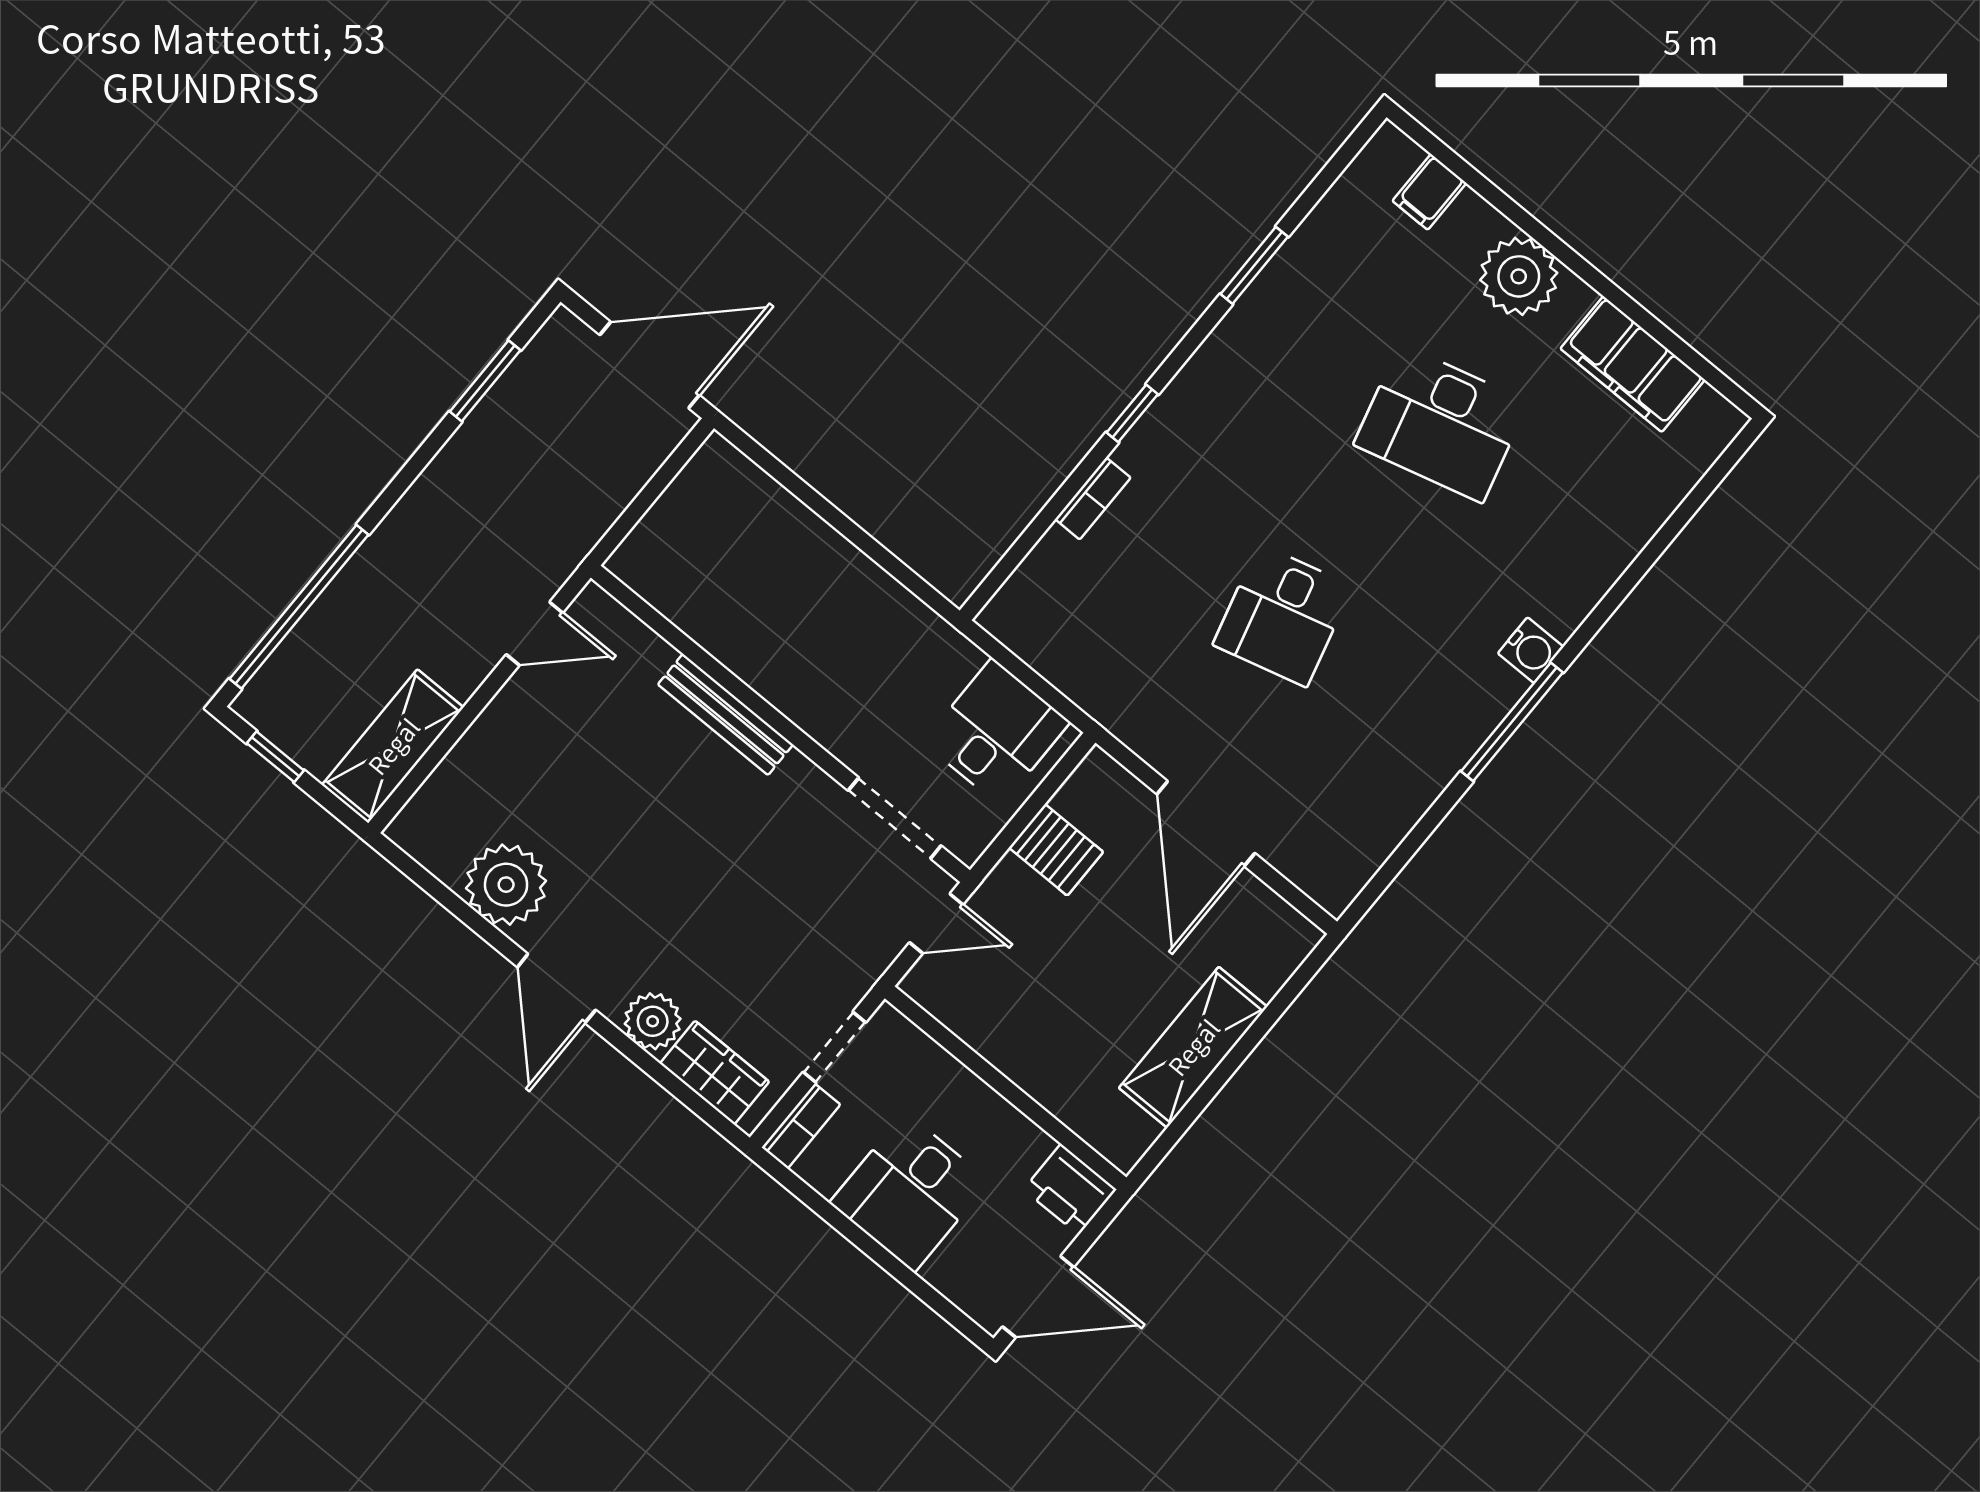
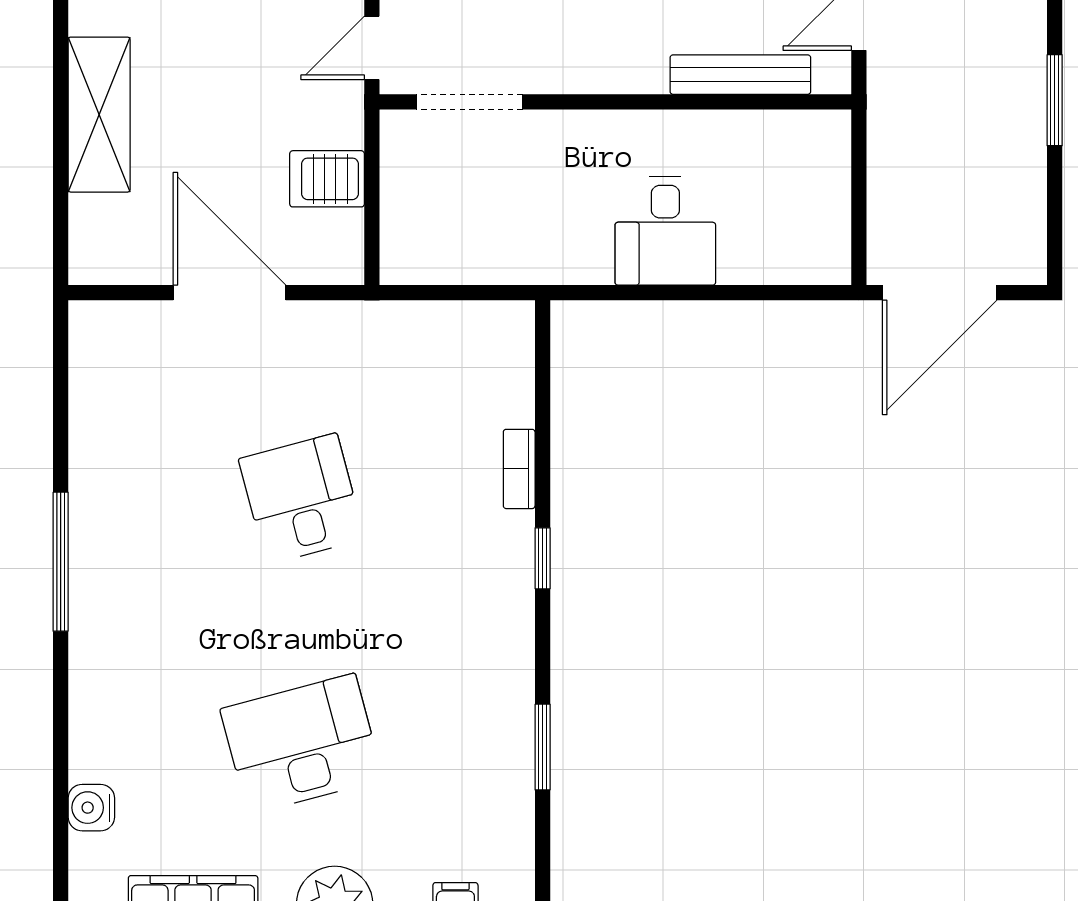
window: (485, 381) -> (1055, 100), moved
water cooler: (1531, 650) -> (91, 808), moved
bench: (725, 714) -> (740, 75), moved
desk: (996, 732) -> (665, 231), moved

